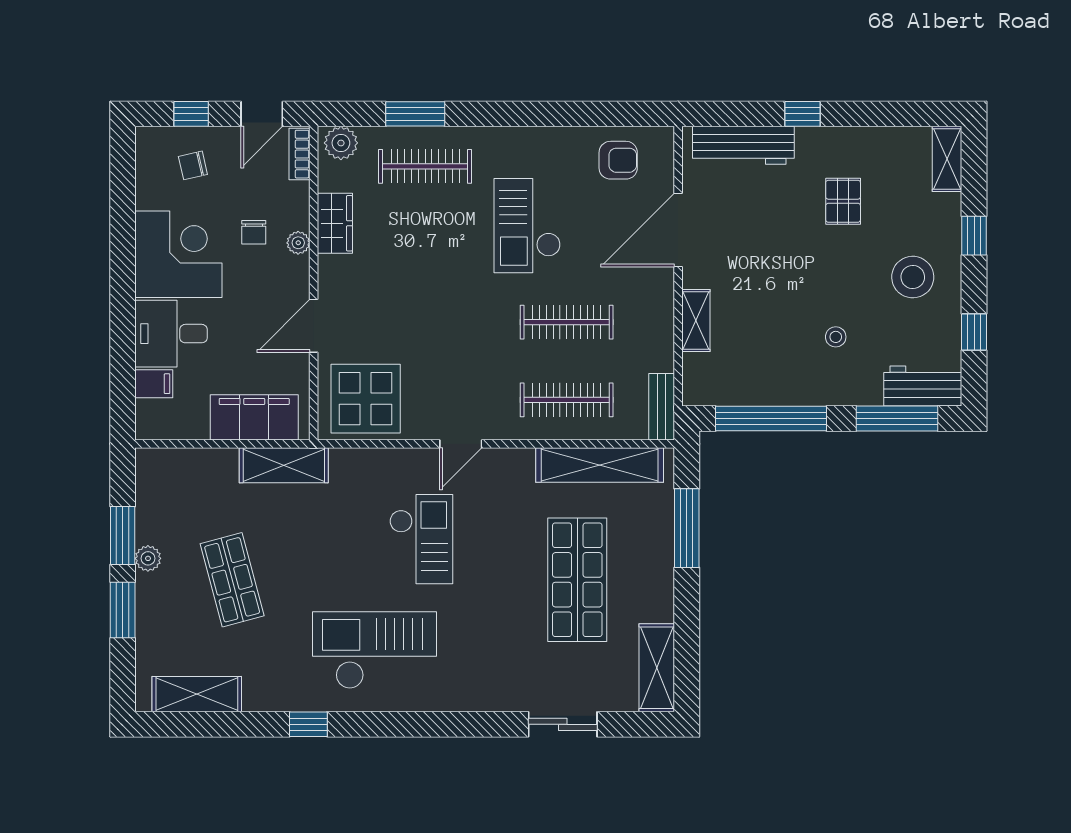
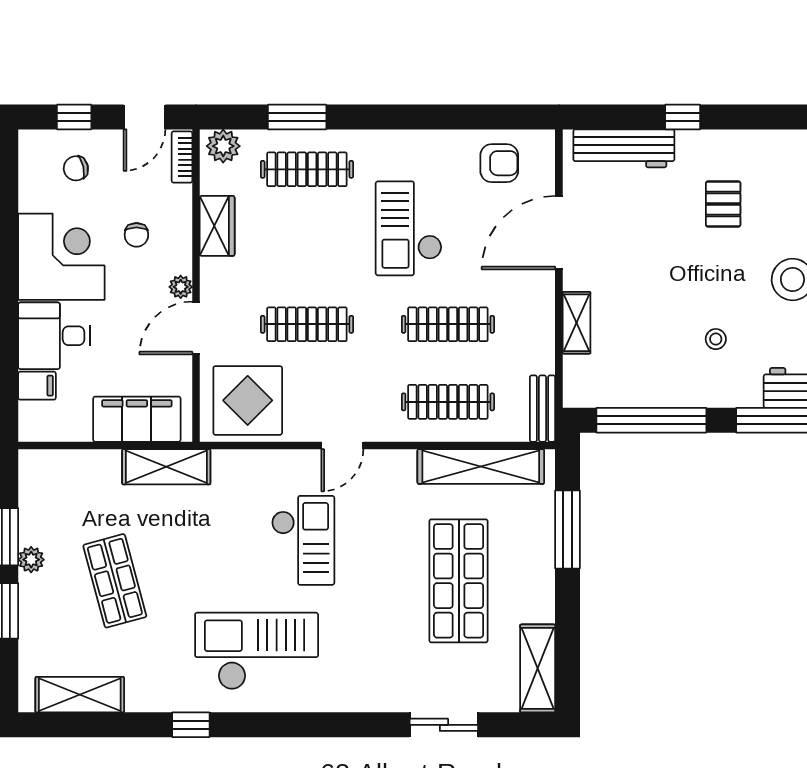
plant: (298, 243) -> (181, 287), moved
clothes rail: (425, 322) -> (307, 324), added

